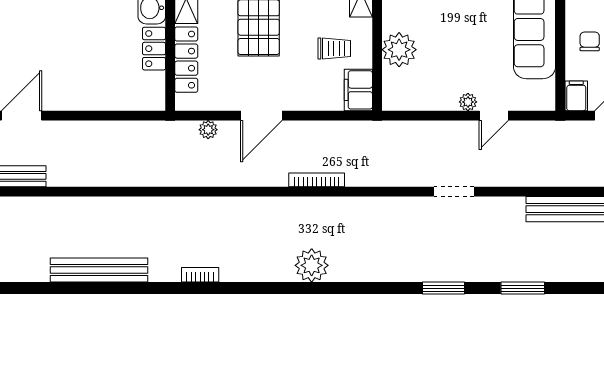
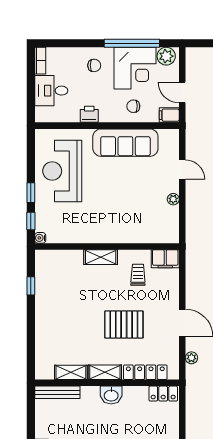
locker: (154, 49) -> (163, 394), moved
plant: (399, 50) -> (139, 232), removed
plant: (468, 102) -> (173, 199), moved

